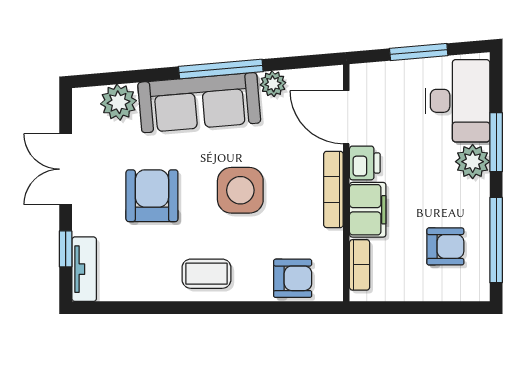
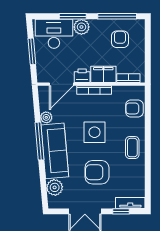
armchair: (293, 278) -> (134, 108), turned -90

